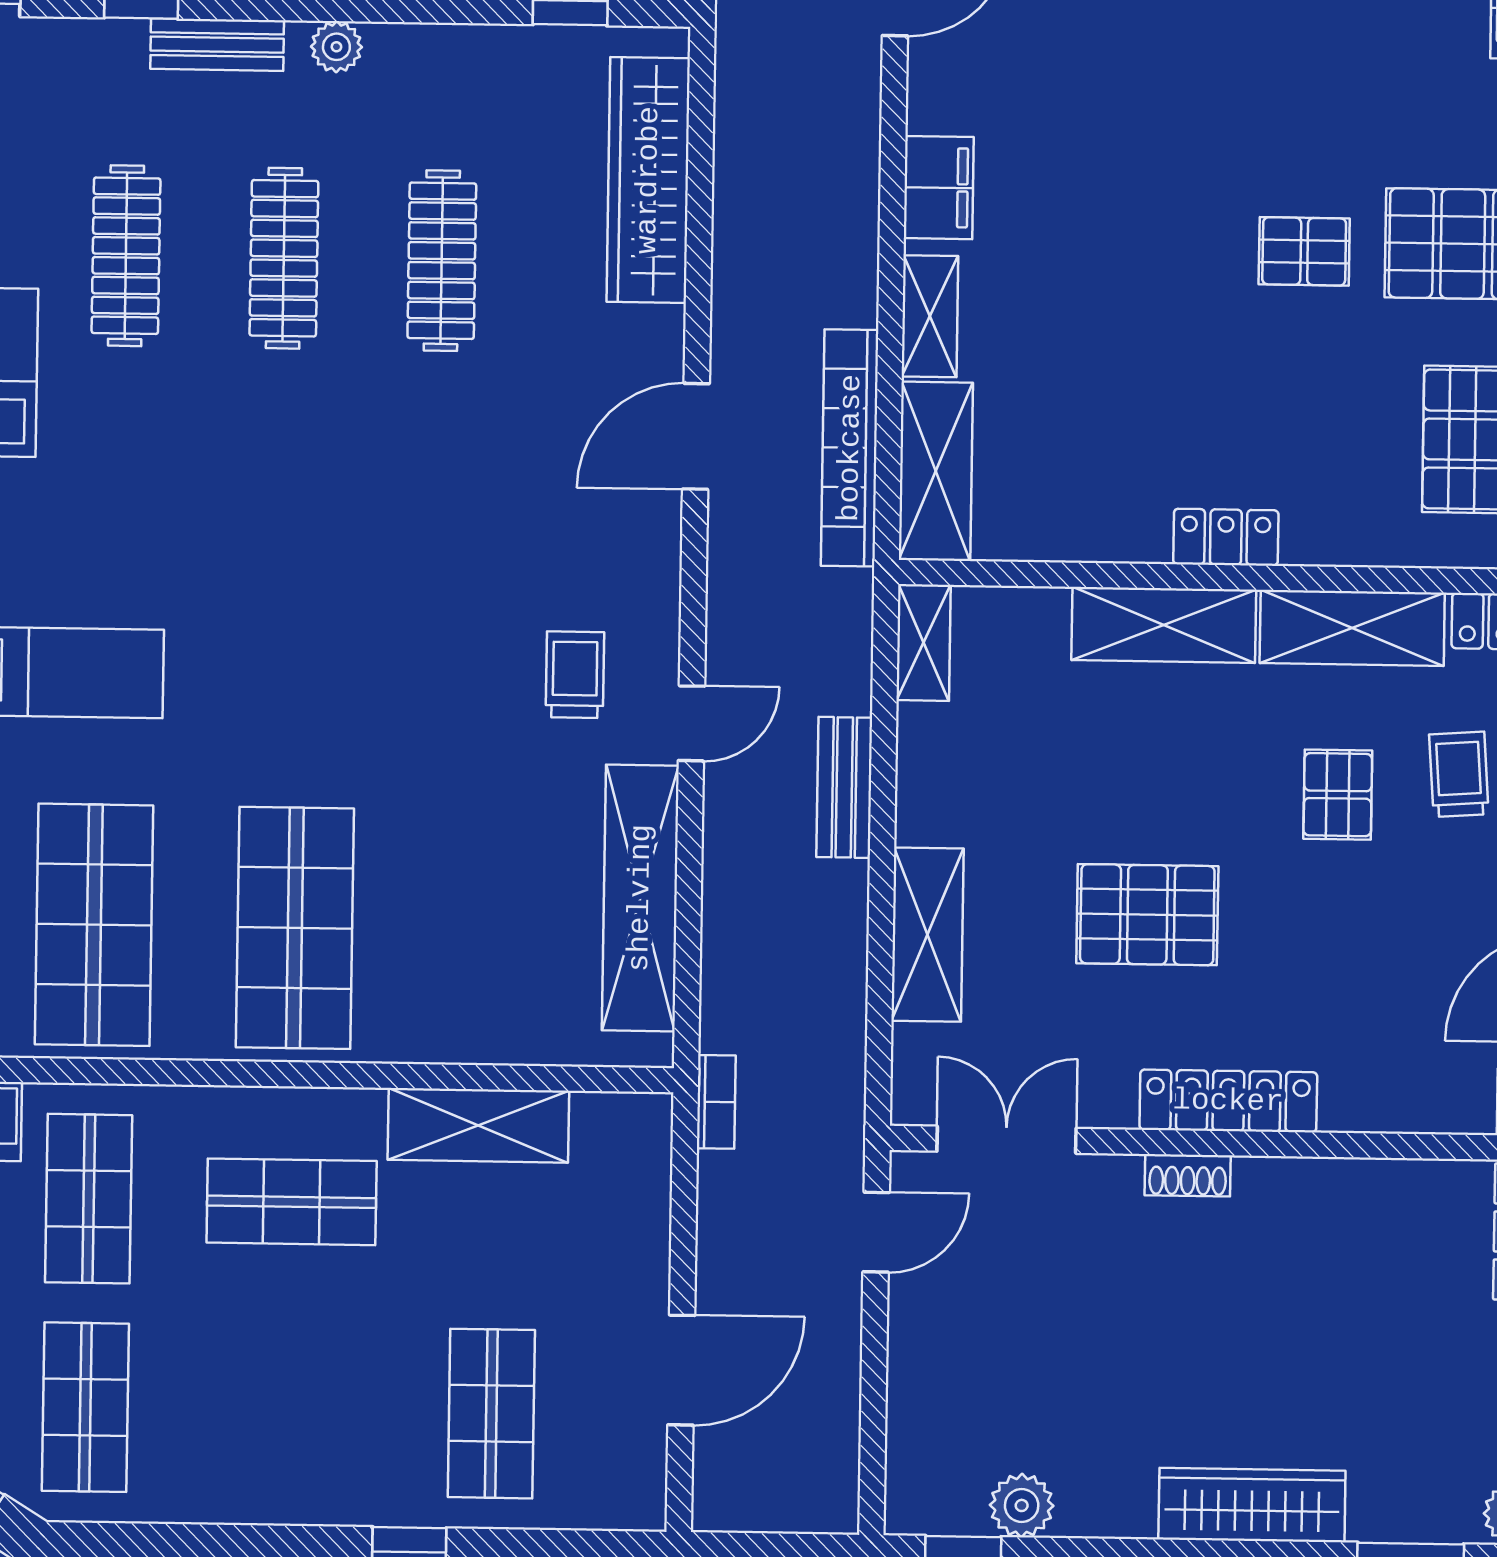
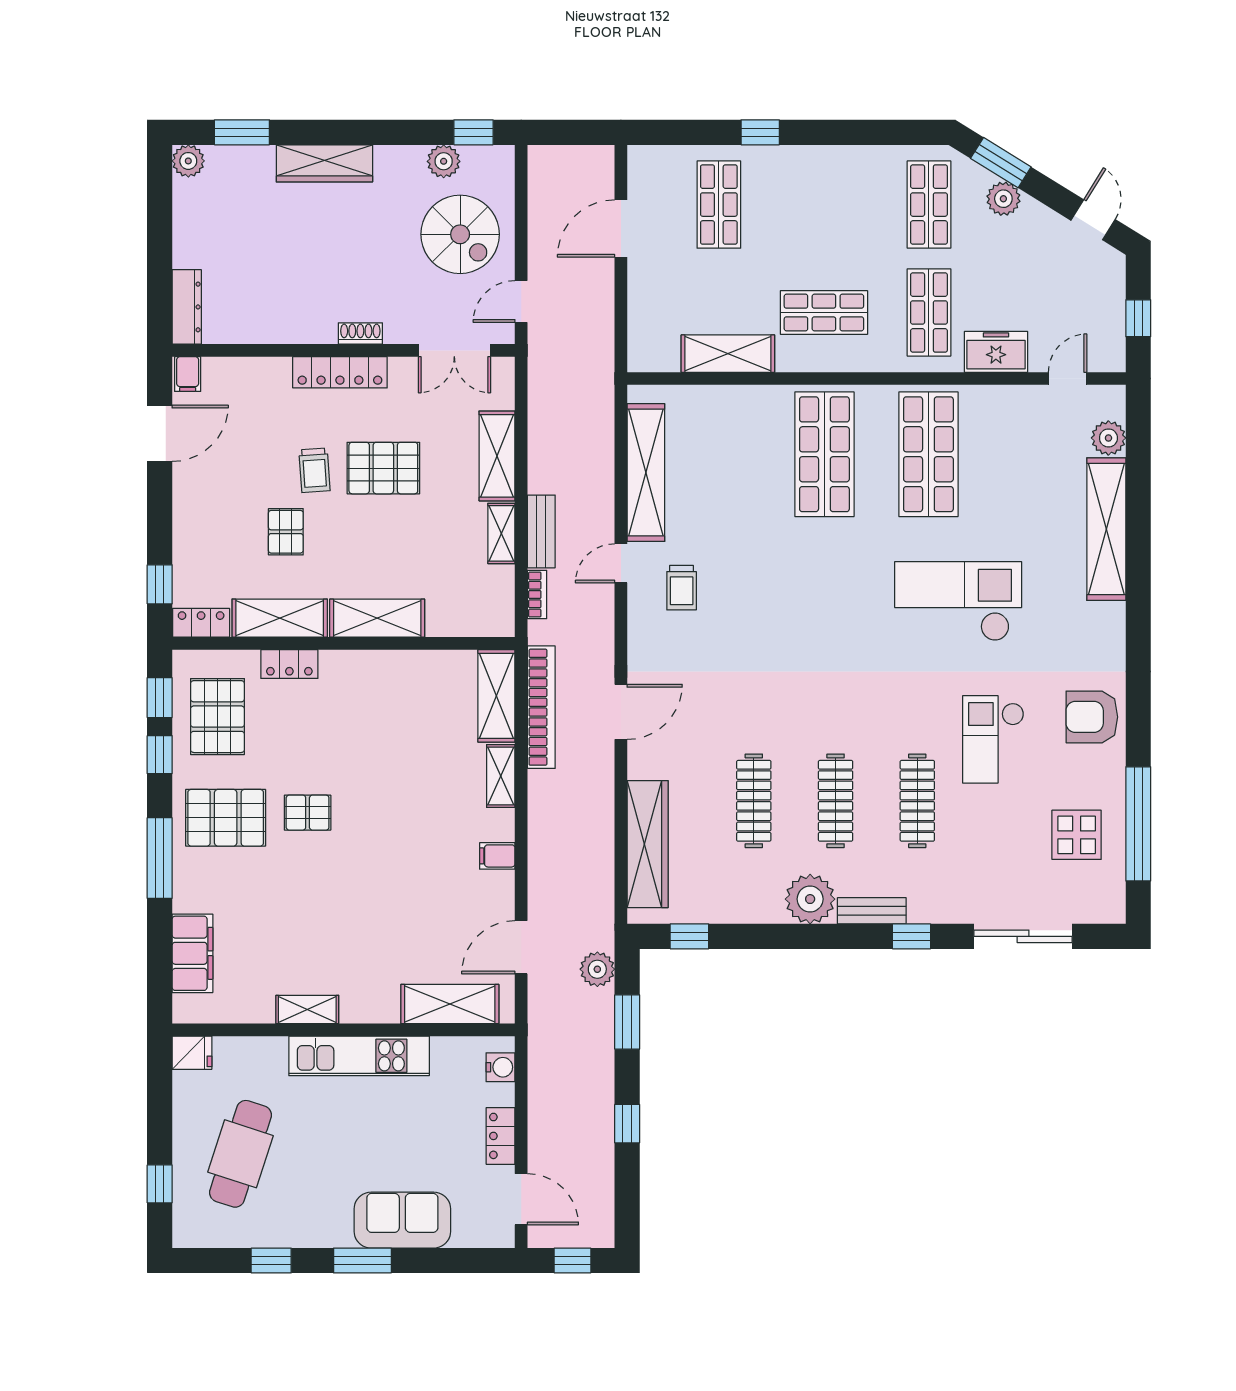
plant: (336, 47) -> (810, 899), width x1.88, depth x1.88
filing cabinet: (939, 188) -> (497, 856), width x0.50
locker: (1226, 537) -> (289, 664), moved
shelving: (924, 643) -> (501, 533), moved
trolley: (1459, 774) -> (314, 470), moved
bookcase: (716, 1102) -> (537, 595), moved, turned 180
spiral stairs: (992, 1364) -> (460, 234), added

